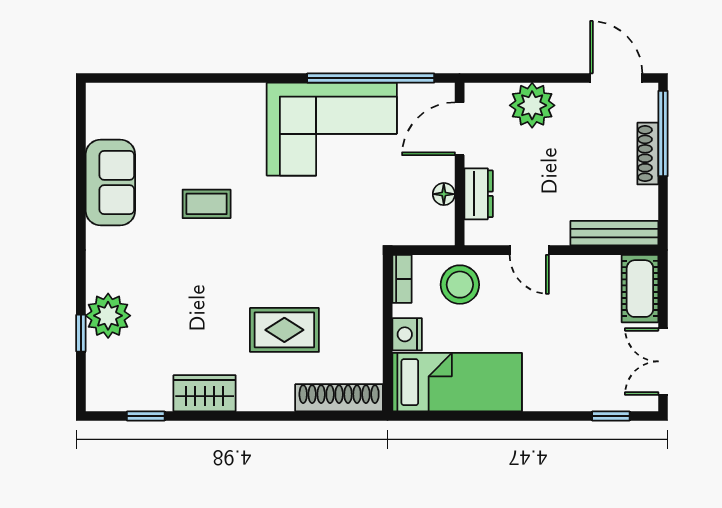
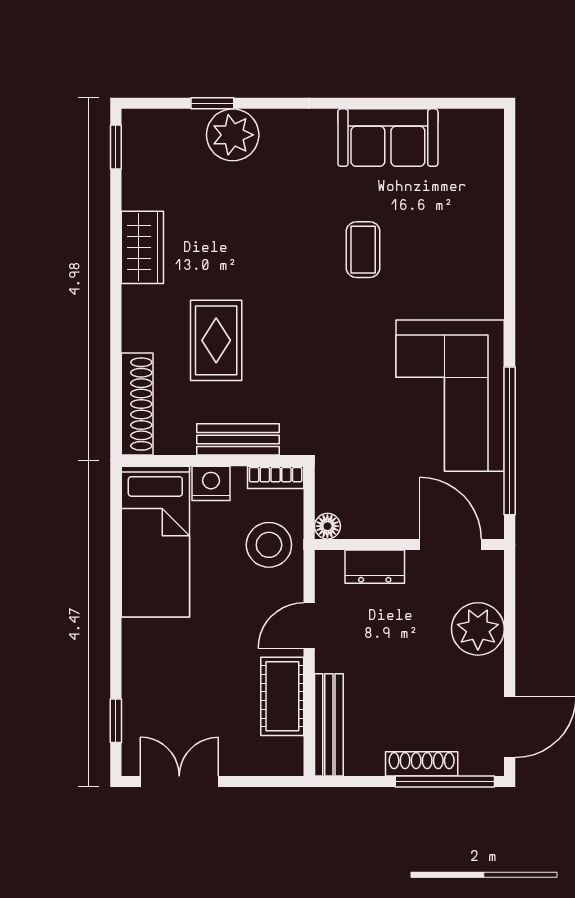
floor lamp: (444, 194) -> (327, 526), moved
cot: (640, 289) -> (282, 696), moved, turned 90
bench: (369, 311) -> (238, 439), added
window: (146, 416) -> (116, 147), moved

